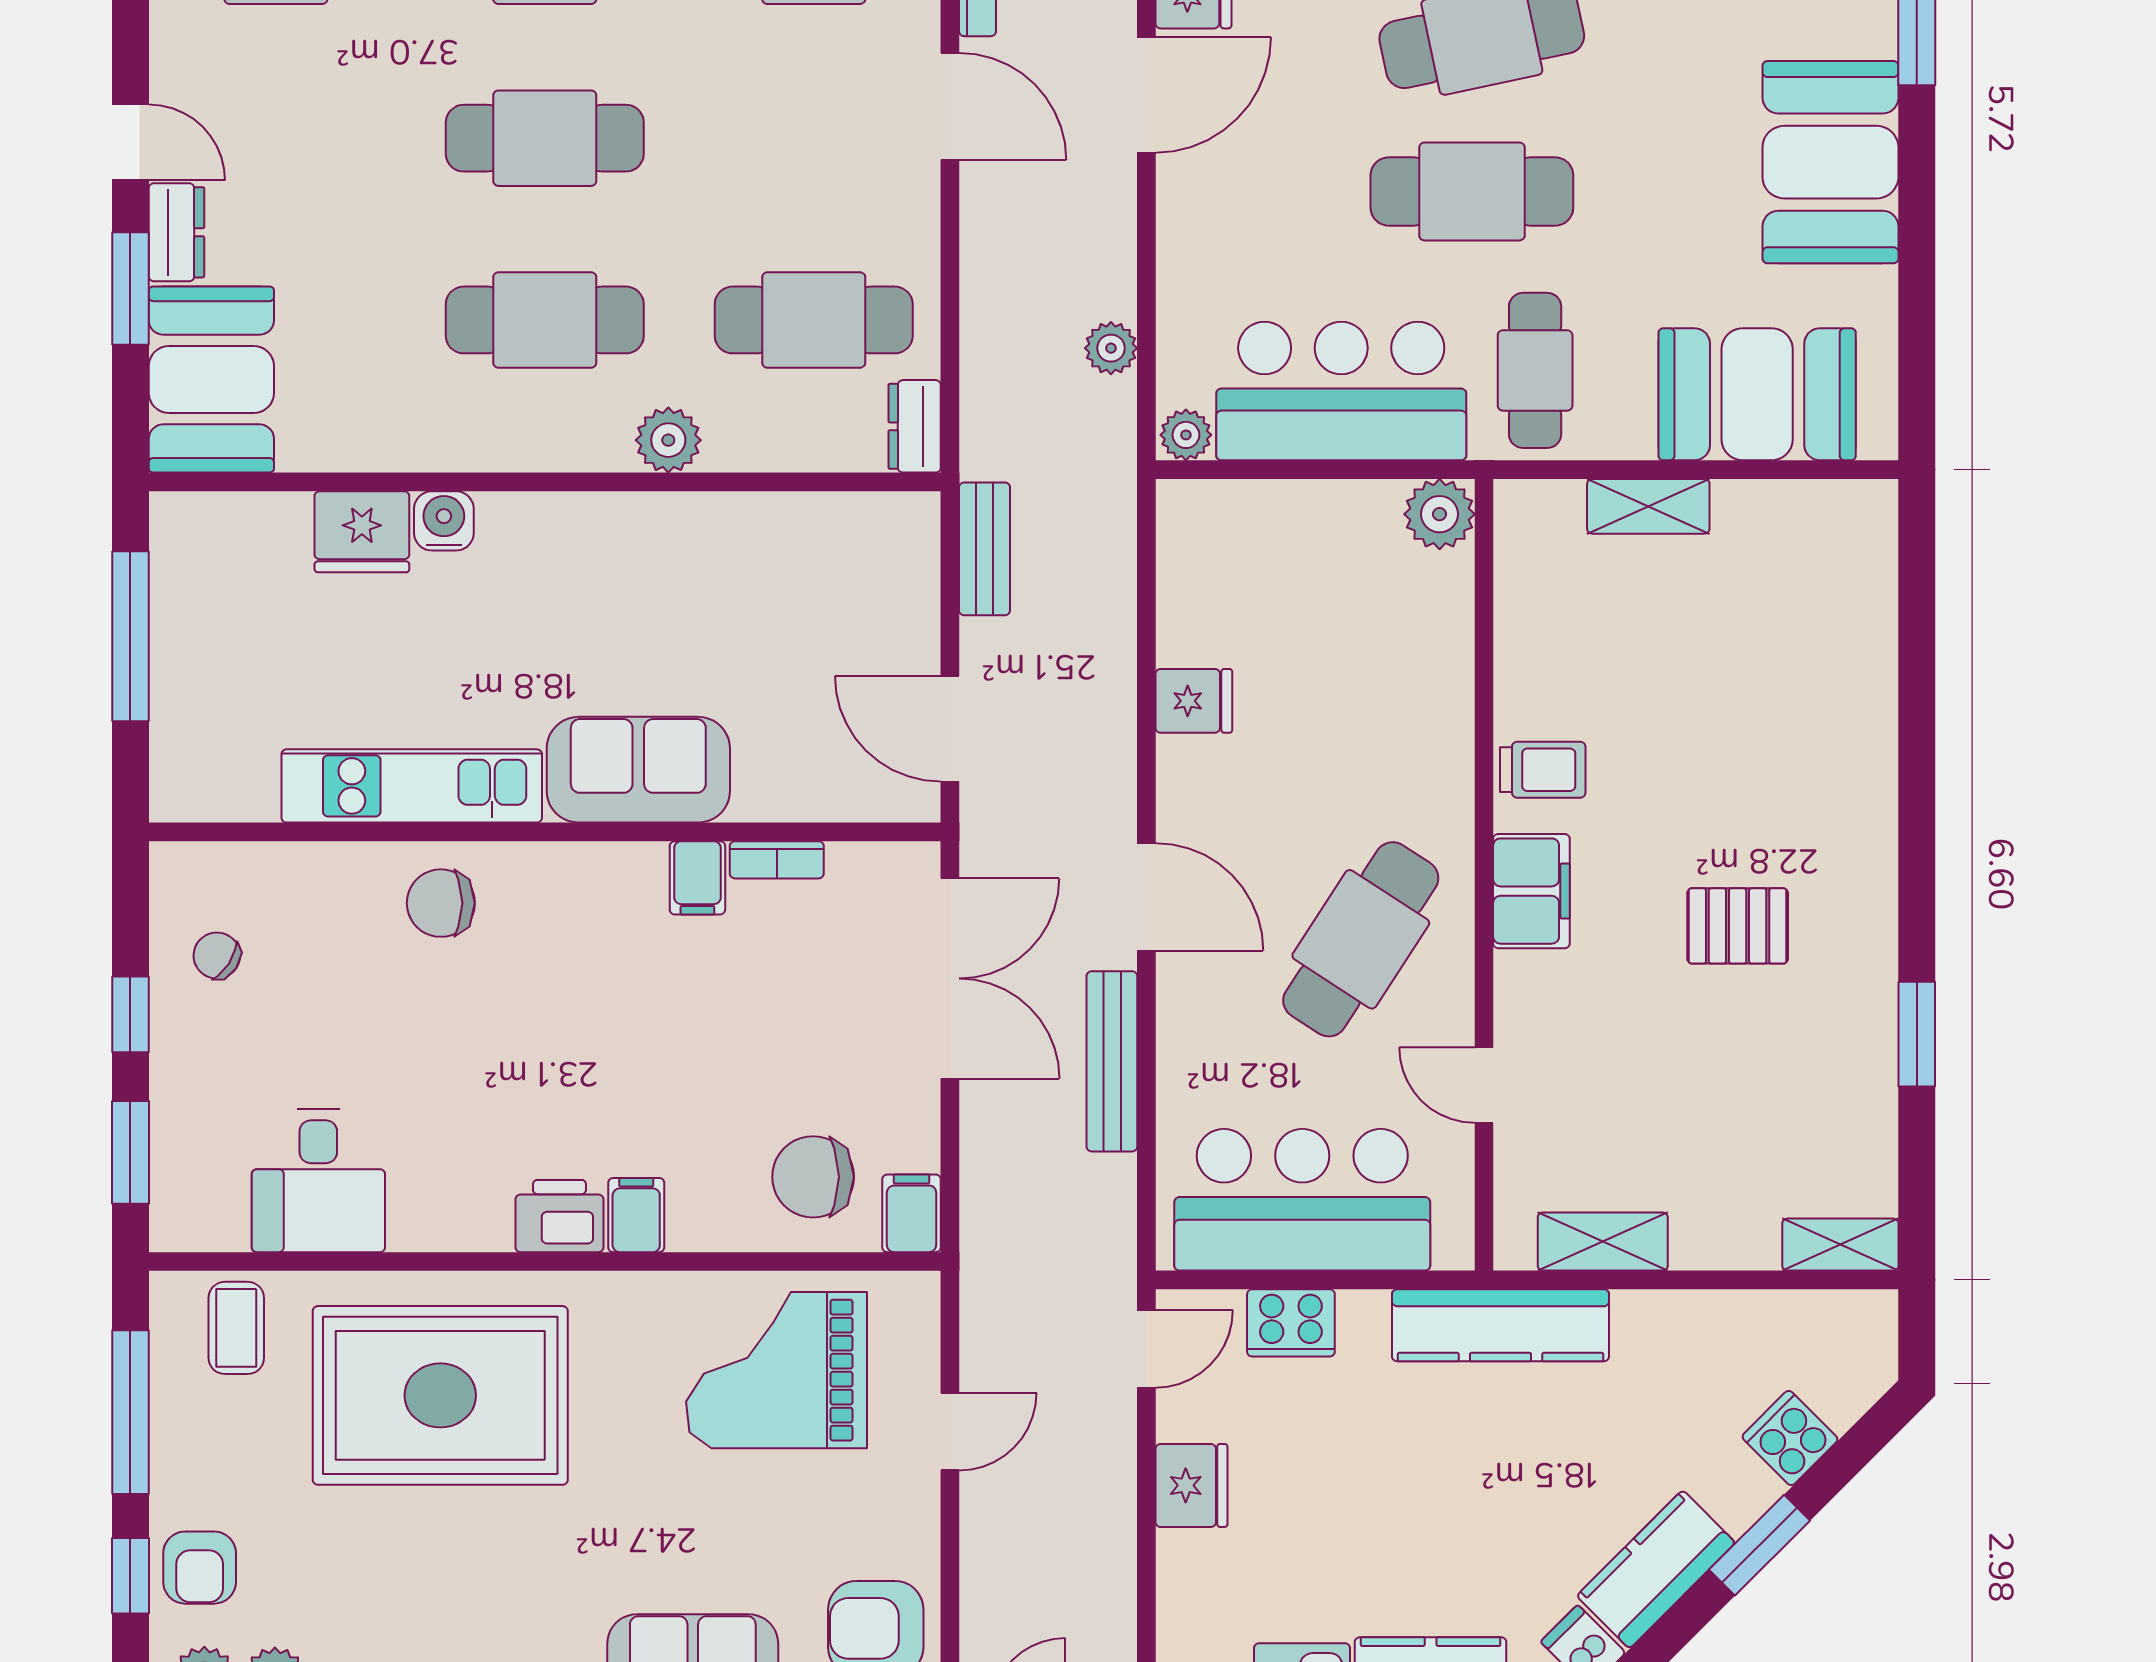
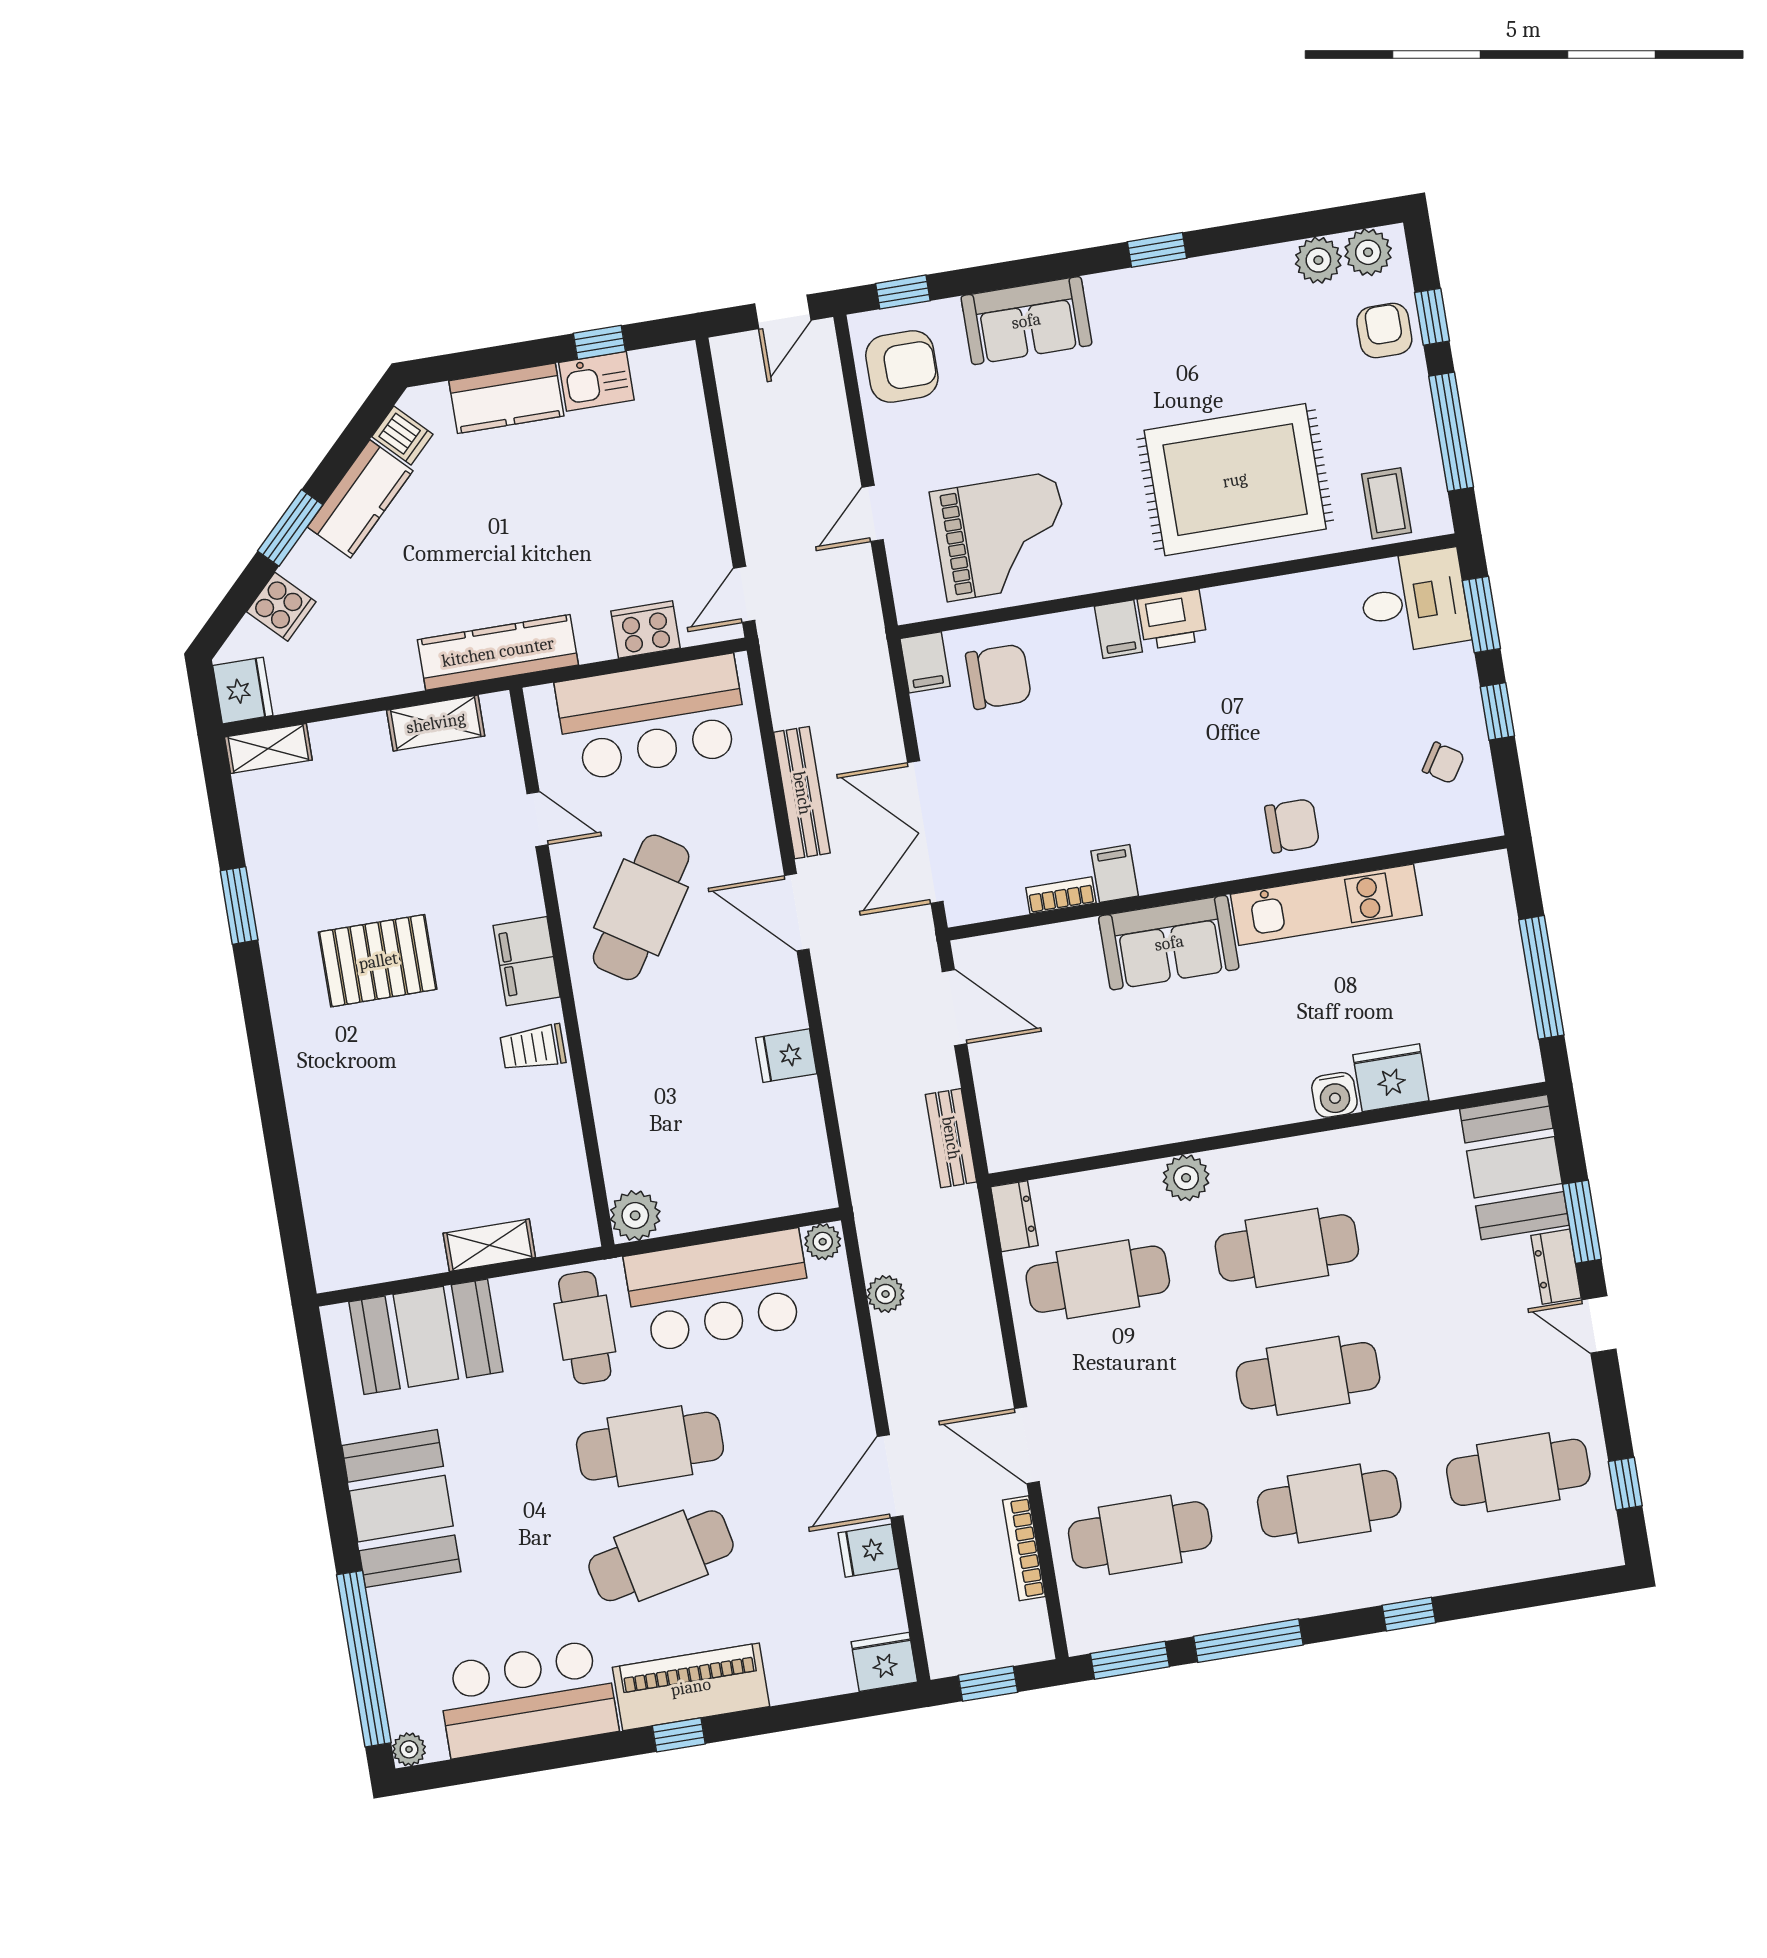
pallet: (1738, 926) -> (378, 961), width x1.50, depth x1.42
desk: (318, 1181) -> (1414, 601), moved, turned 90
fridge: (1191, 1485) -> (243, 691), moved, turned 180

